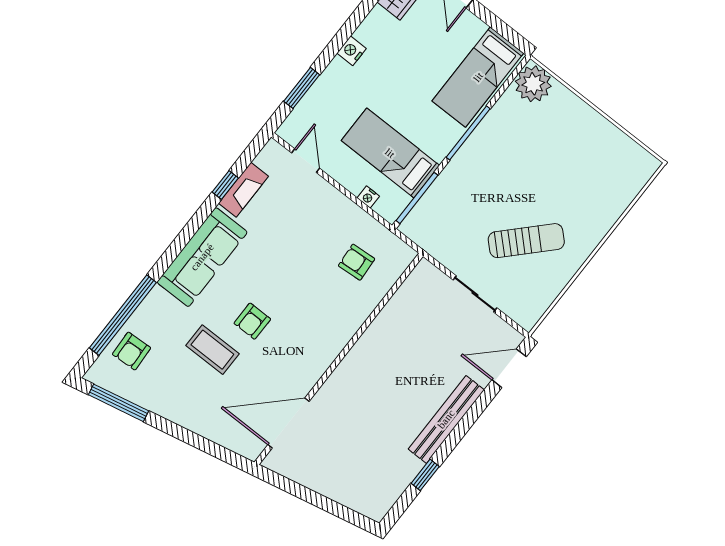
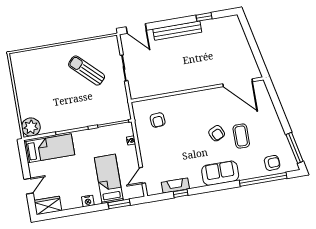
bed: (390, 153) -> (109, 179), moved, turned 180
sofa: (202, 257) -> (220, 173), width x0.73
armchair: (252, 321) -> (217, 133), turned 65

